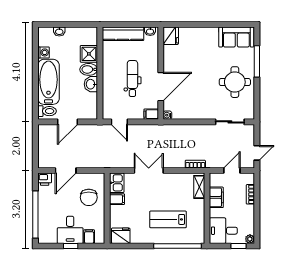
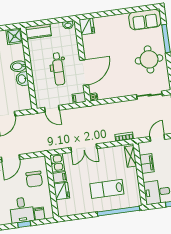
kitchen counter: (123, 34) -> (38, 31), width x0.67
shower: (89, 54) -> (14, 36), moved
dental chair: (132, 79) -> (58, 69), turned 180
double door: (149, 171) -> (84, 148), swing flipped
fridge: (121, 236) -> (62, 191), moved, turned 90

